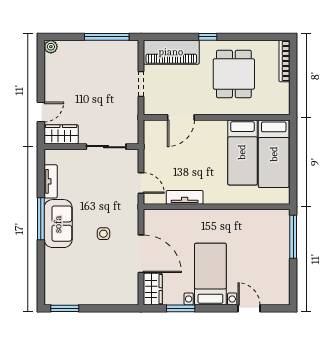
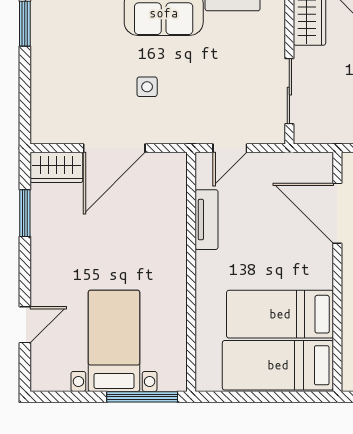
door: (181, 117) -> (337, 213), width x1.36
bed with nightstands: (210, 274) -> (114, 341), moved, turned -90

